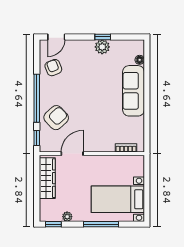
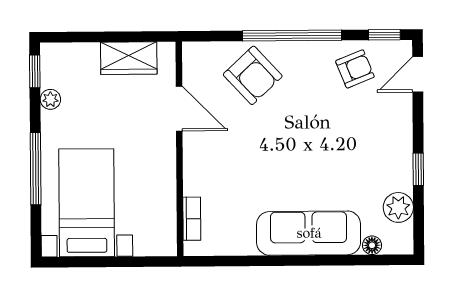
door: (56, 37) -> (418, 74), hinge flipped
plant: (102, 47) -> (398, 207), moved
window: (37, 138) -> (384, 35), moved
wardrobe: (47, 178) -> (129, 58), width x0.67

